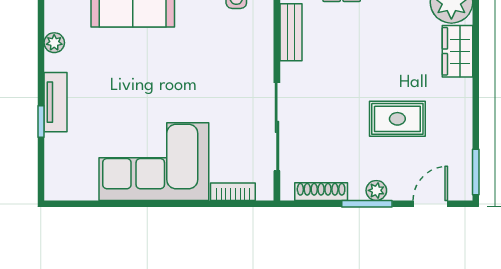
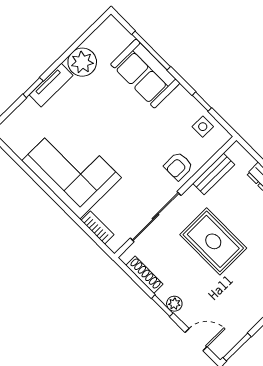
plant: (54, 43) -> (82, 62), width x1.87, depth x1.87
armchair: (251, 58) -> (178, 166), added
rug: (397, 119) -> (213, 241), moved, width x1.36, depth x1.43
window: (367, 204) -> (162, 306), width x0.67

